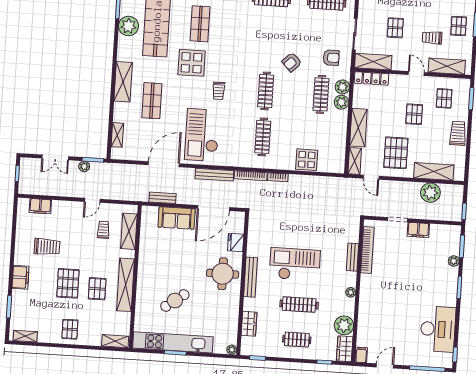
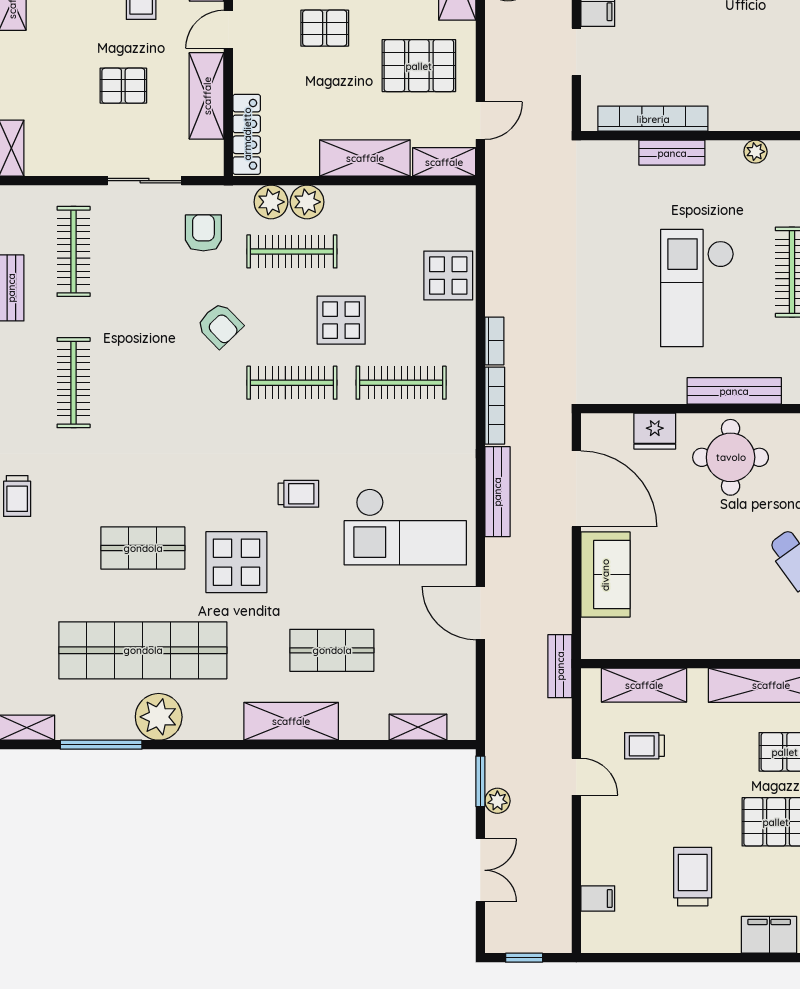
shelving: (373, 62) -> (207, 96), moved
display table: (291, 113) -> (341, 320), added
door: (164, 164) -> (480, 613), width x0.73
bench: (162, 198) -> (560, 666), moved
filing cabinet: (40, 206) -> (598, 899), width x0.50

